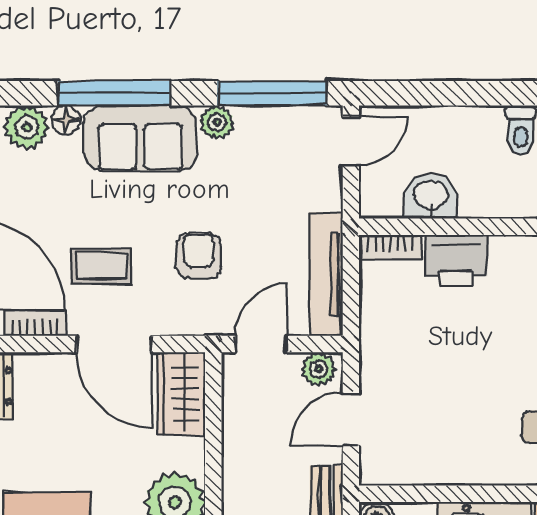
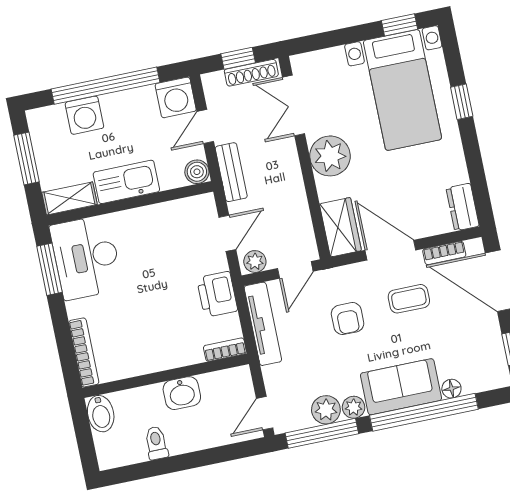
window: (114, 93) -> (424, 412), width x1.46
plant: (27, 127) -> (326, 410), moved
washbasin: (431, 196) -> (182, 393), moved
printer: (456, 261) -> (217, 294), moved, turned -90

